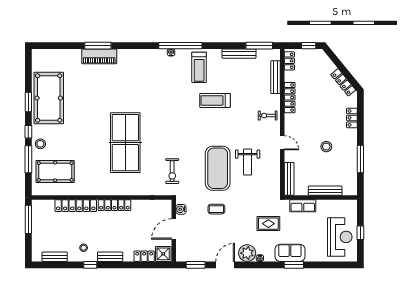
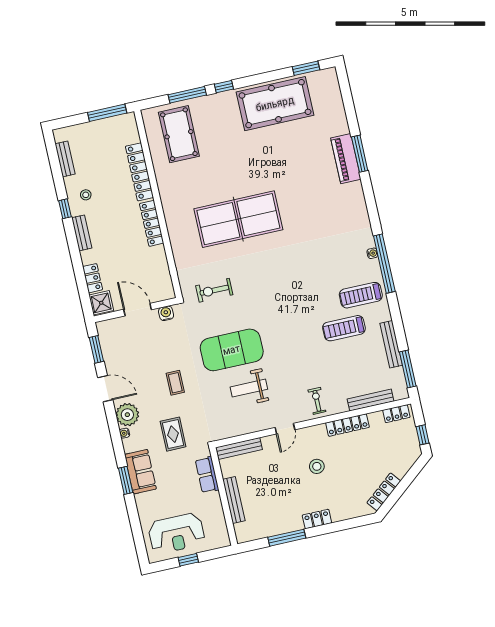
treadmill: (215, 100) -> (344, 328), moved, turned -90
window: (28, 102) -> (306, 68), moved
locker: (352, 118) -> (317, 519), moved
stool: (40, 144) -> (211, 106), removed
stool: (326, 147) -> (317, 466), moved
coffee table: (216, 209) -> (175, 383), moved

